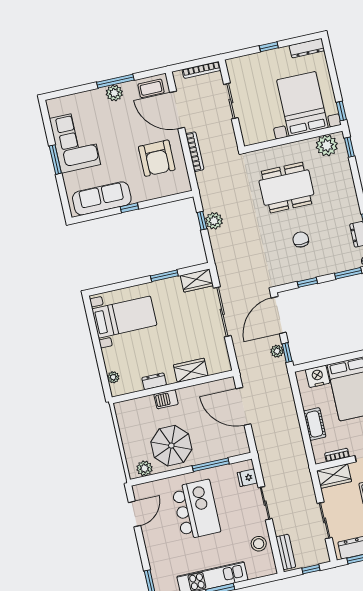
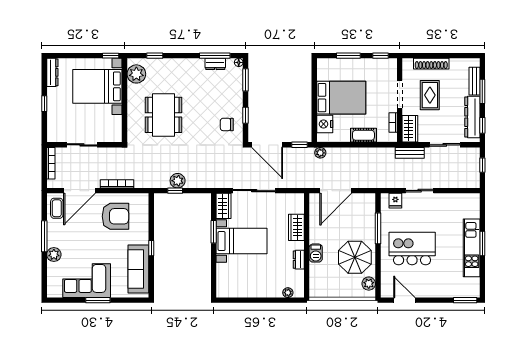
plant: (114, 93) -> (54, 255), moved
window: (349, 147) -> (155, 56), moved
chair: (301, 239) -> (227, 124), moved
bed with nightstands: (124, 317) -> (242, 241), moved, turned 90
plant: (277, 351) -> (320, 153), moved
stool: (259, 544) -> (452, 203), removed
bench: (286, 552) -> (410, 153), moved

